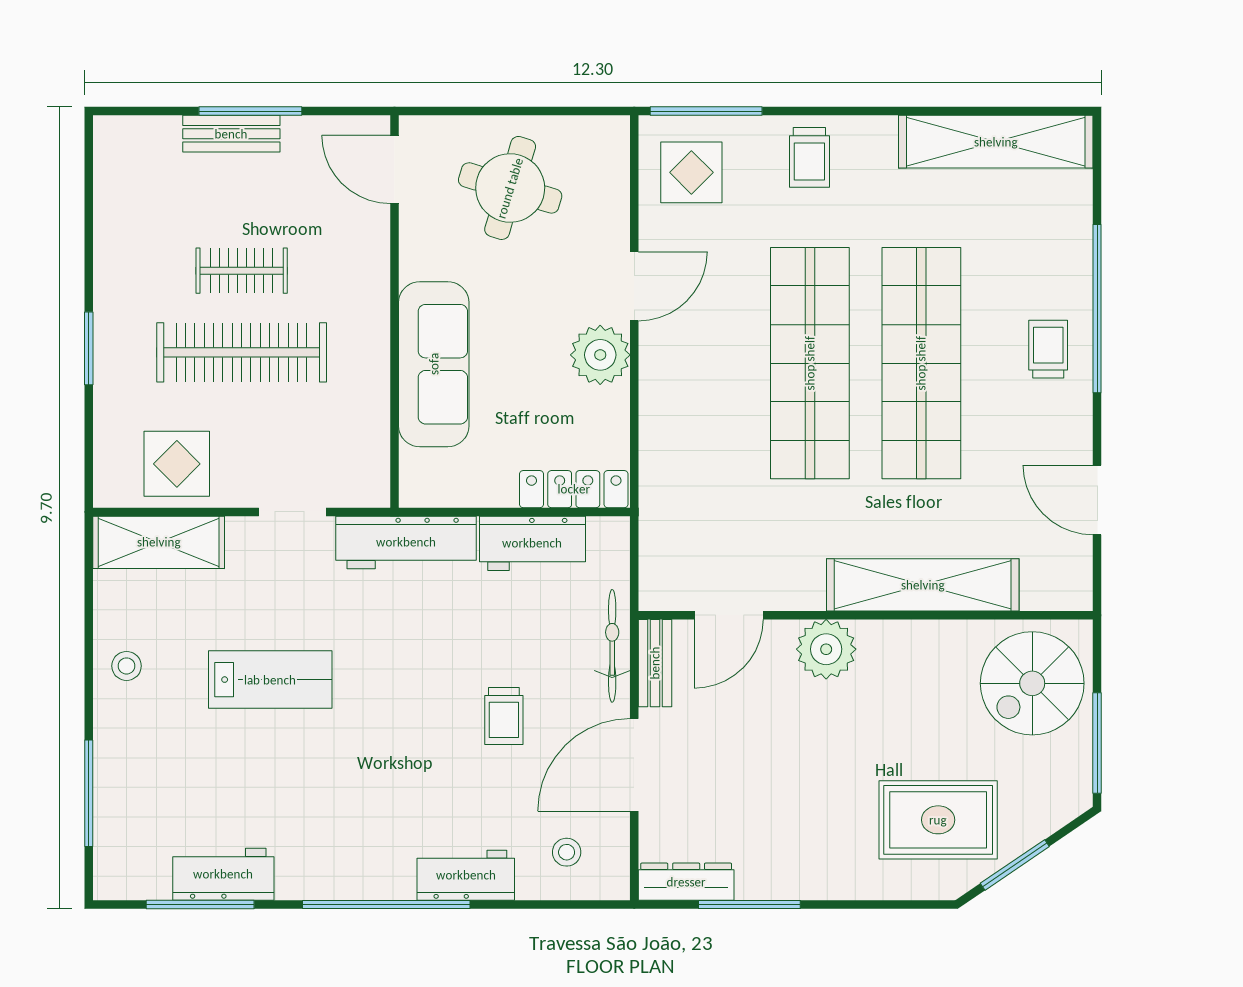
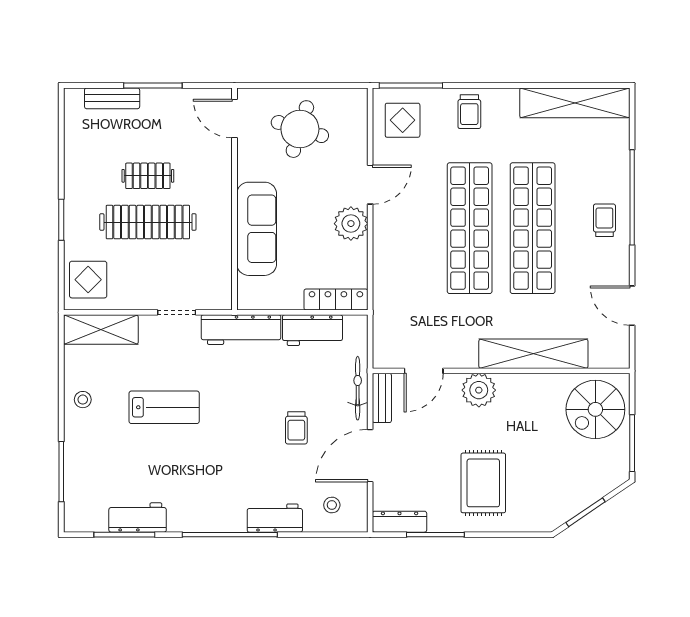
bench: (231, 134) -> (112, 98), moved
display table: (177, 464) -> (88, 280), moved
rug: (938, 820) -> (483, 483), moved, turned 90

